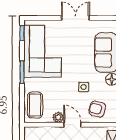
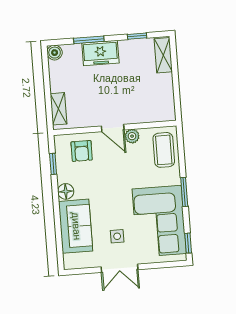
side table: (84, 87) -> (117, 236), moved
armchair: (97, 109) -> (82, 151), turned 77

